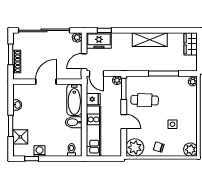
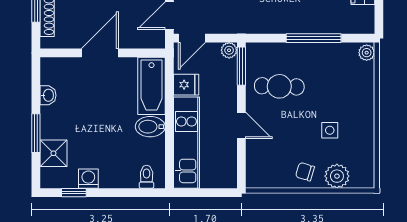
door: (97, 73) -> (192, 38), hinge flipped
plant: (135, 147) -> (261, 172), removed
plant: (190, 150) -> (337, 176), moved

